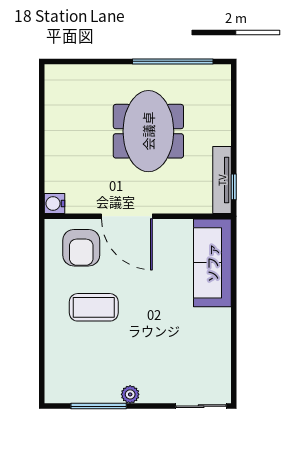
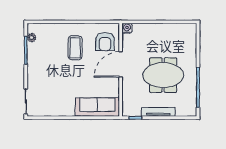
tv unit: (222, 180) -> (158, 112), moved
armchair: (81, 248) -> (105, 42), turned -90
plant: (130, 394) -> (32, 38), moved

